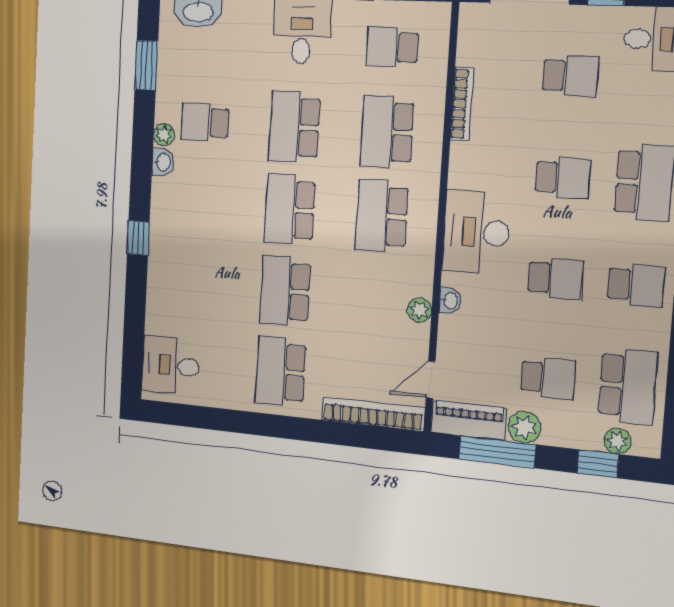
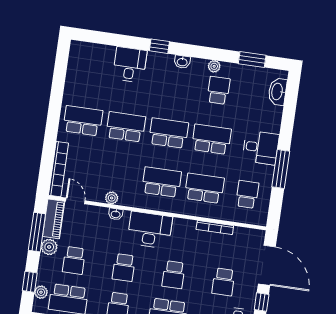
washbasin: (163, 162) -> (182, 62), moved
desk: (171, 365) -> (130, 65), moved

